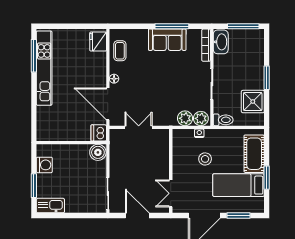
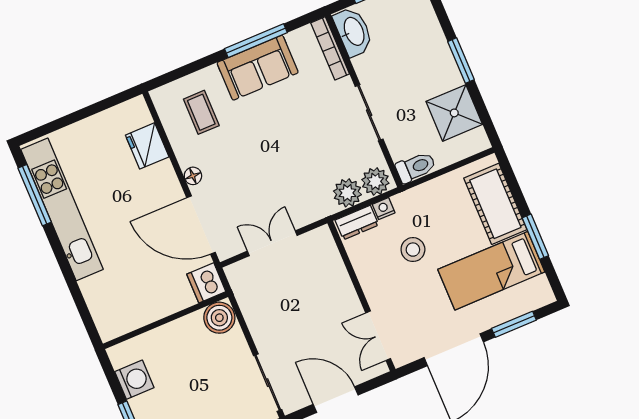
fridge: (98, 42) -> (147, 146), moved
coffee table: (120, 51) -> (201, 112), moved
dresser: (184, 135) -> (357, 223), added

